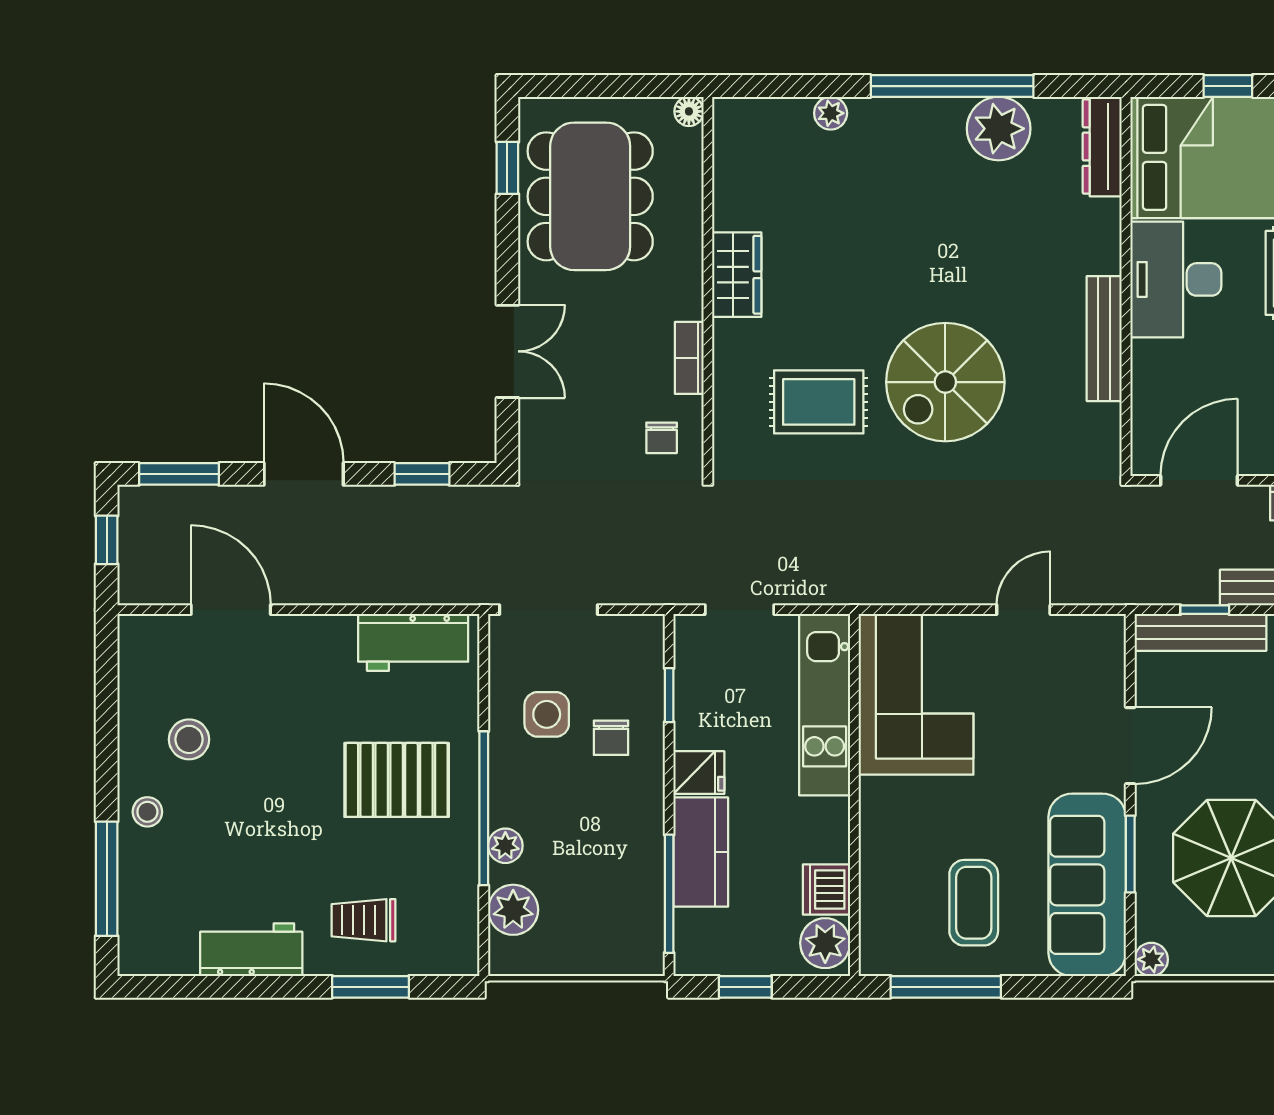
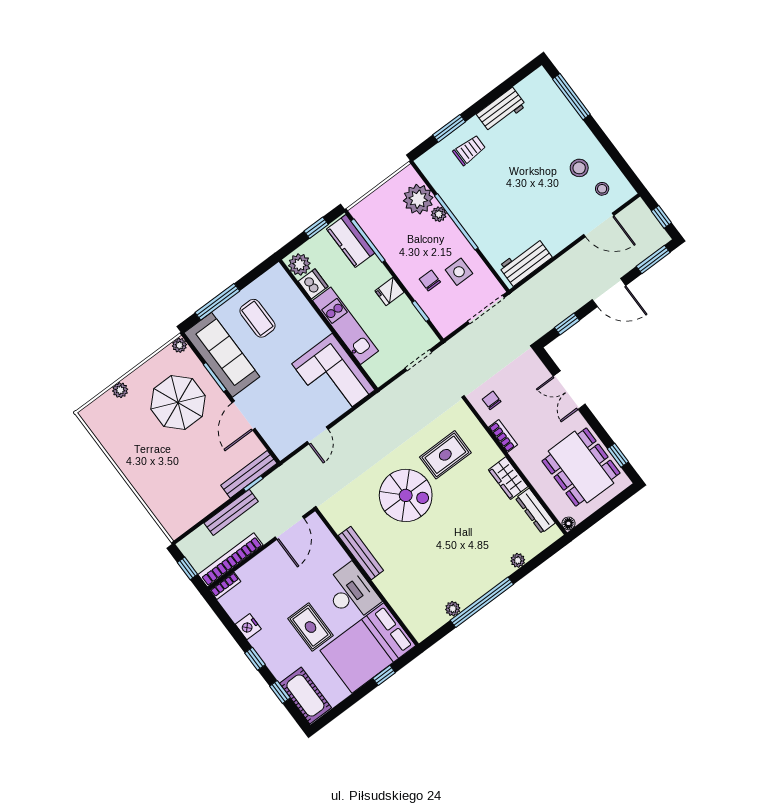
plant: (999, 129) -> (453, 609), width x0.53, depth x0.53
dresser: (1102, 147) -> (535, 511), moved, turned 180
spiral stairs: (945, 382) -> (406, 495), turned 90
kitchen unit: (825, 705) -> (346, 326), moved
pallet: (397, 780) -> (495, 209), removed
stool: (147, 812) -> (602, 189), moved
kitchen counter: (701, 852) -> (351, 241), moved
plant: (513, 910) -> (418, 199), width x1.36, depth x1.36
window: (946, 987) -> (217, 302), moved

